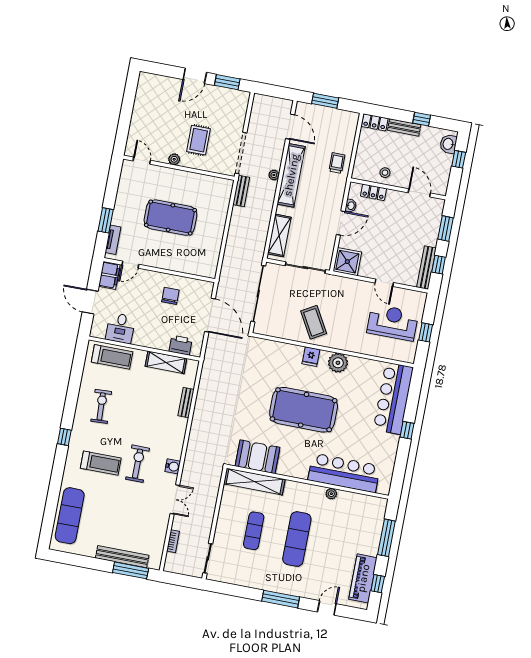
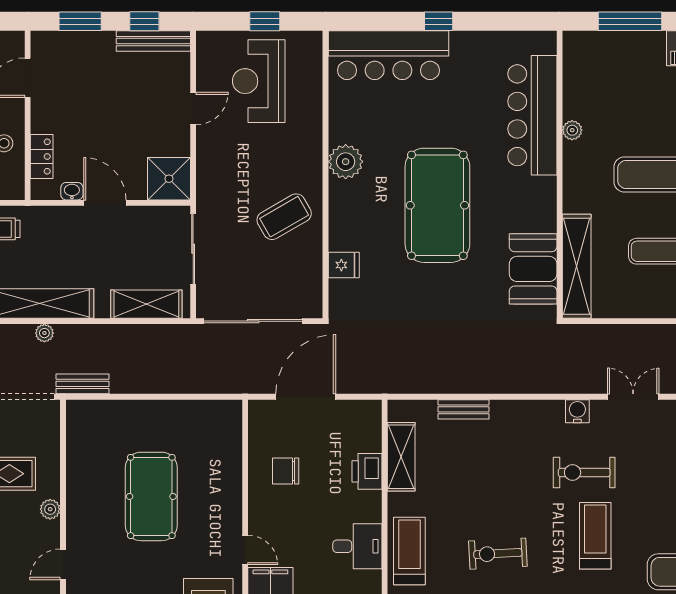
printer: (181, 345) -> (367, 471), moved
fridge: (311, 357) -> (344, 265), moved

